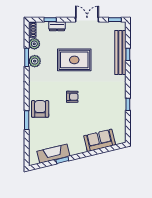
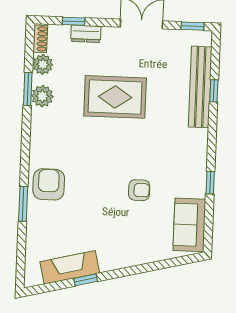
armchair: (72, 97) -> (139, 190), moved
sofa: (100, 140) -> (189, 225), moved, turned -76

